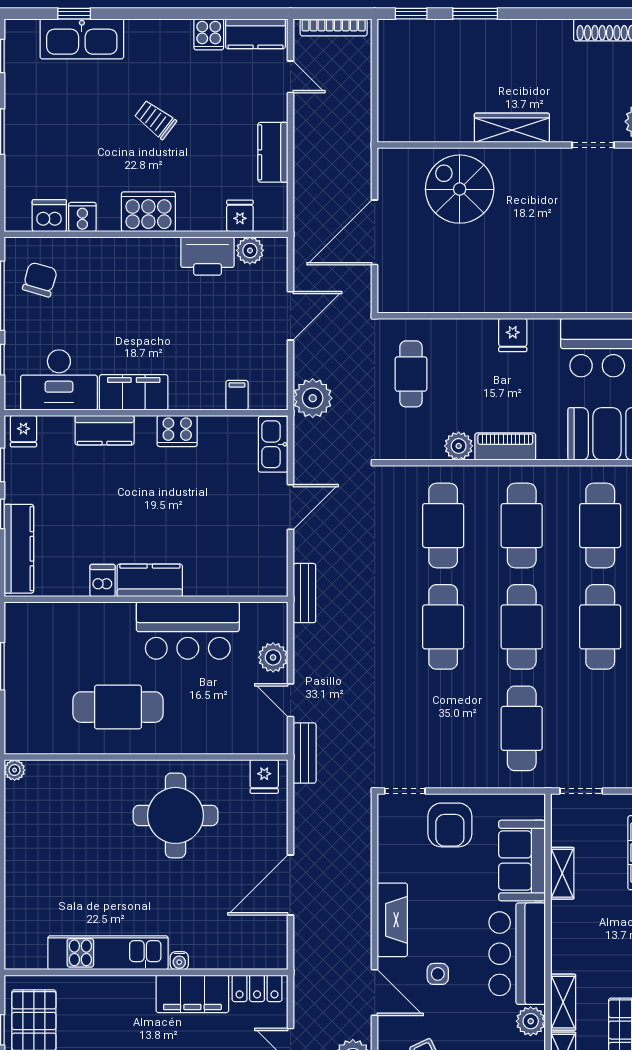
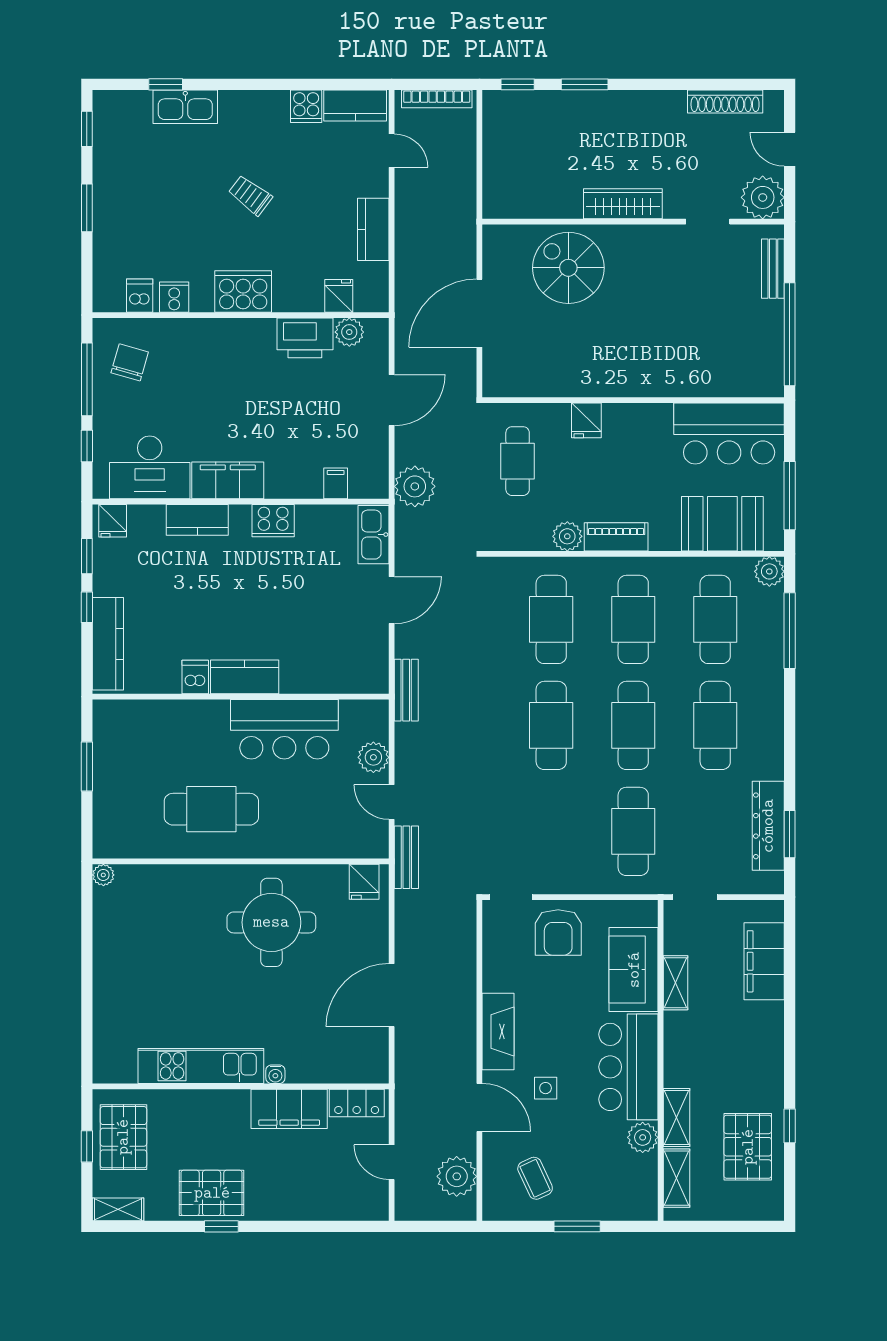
kitchen sink: (82, 39) -> (185, 107), width x0.73, depth x0.81
dishwasher: (49, 216) -> (140, 296), width x0.73
fridge: (513, 335) -> (586, 420), moved

